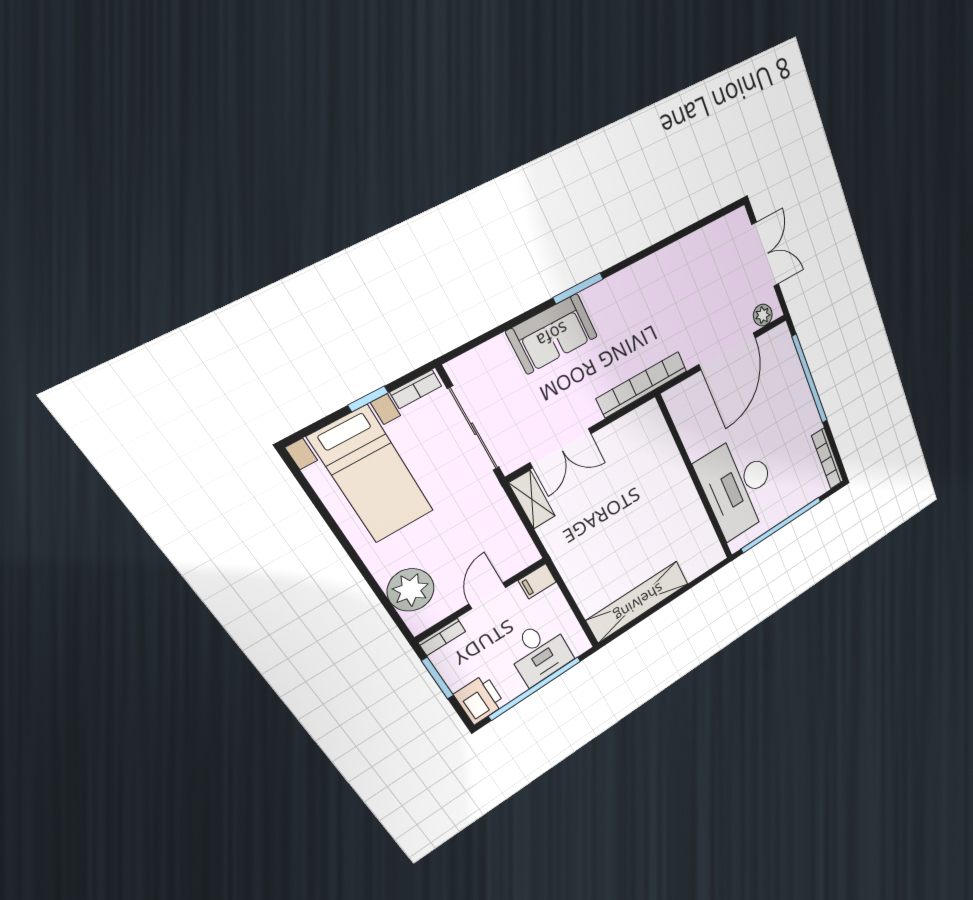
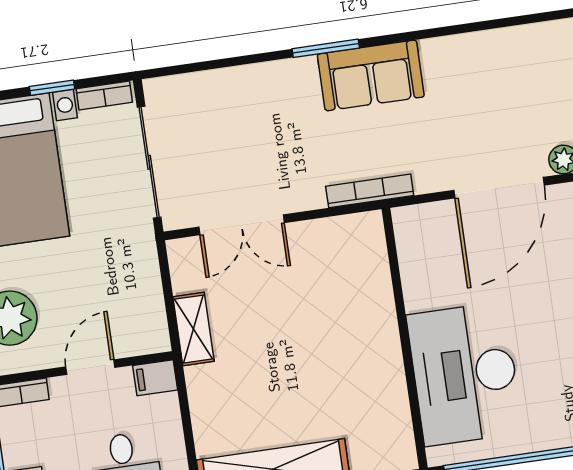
sofa: (552, 334) -> (371, 75), moved
bookcase: (642, 385) -> (370, 191), width x0.68, depth x0.76
shelving: (532, 500) -> (193, 329), moved

